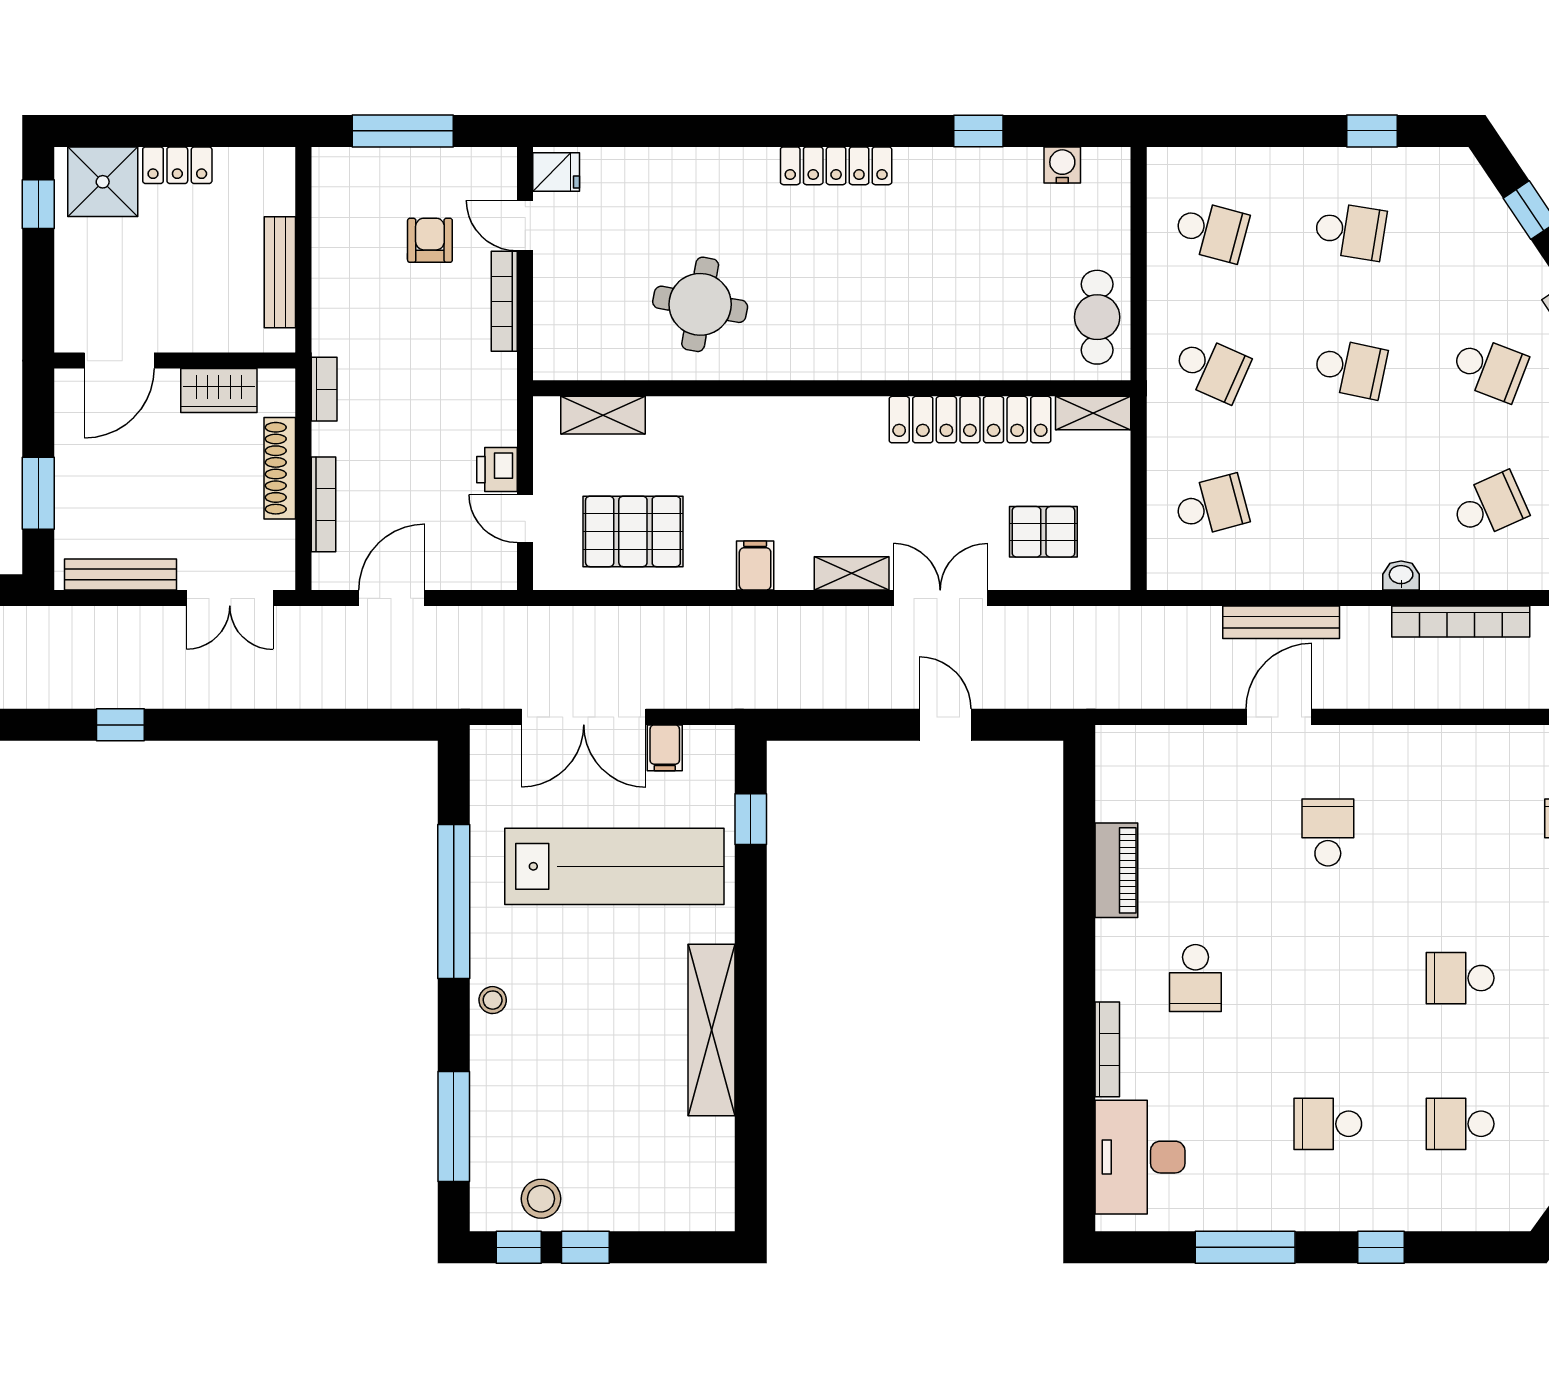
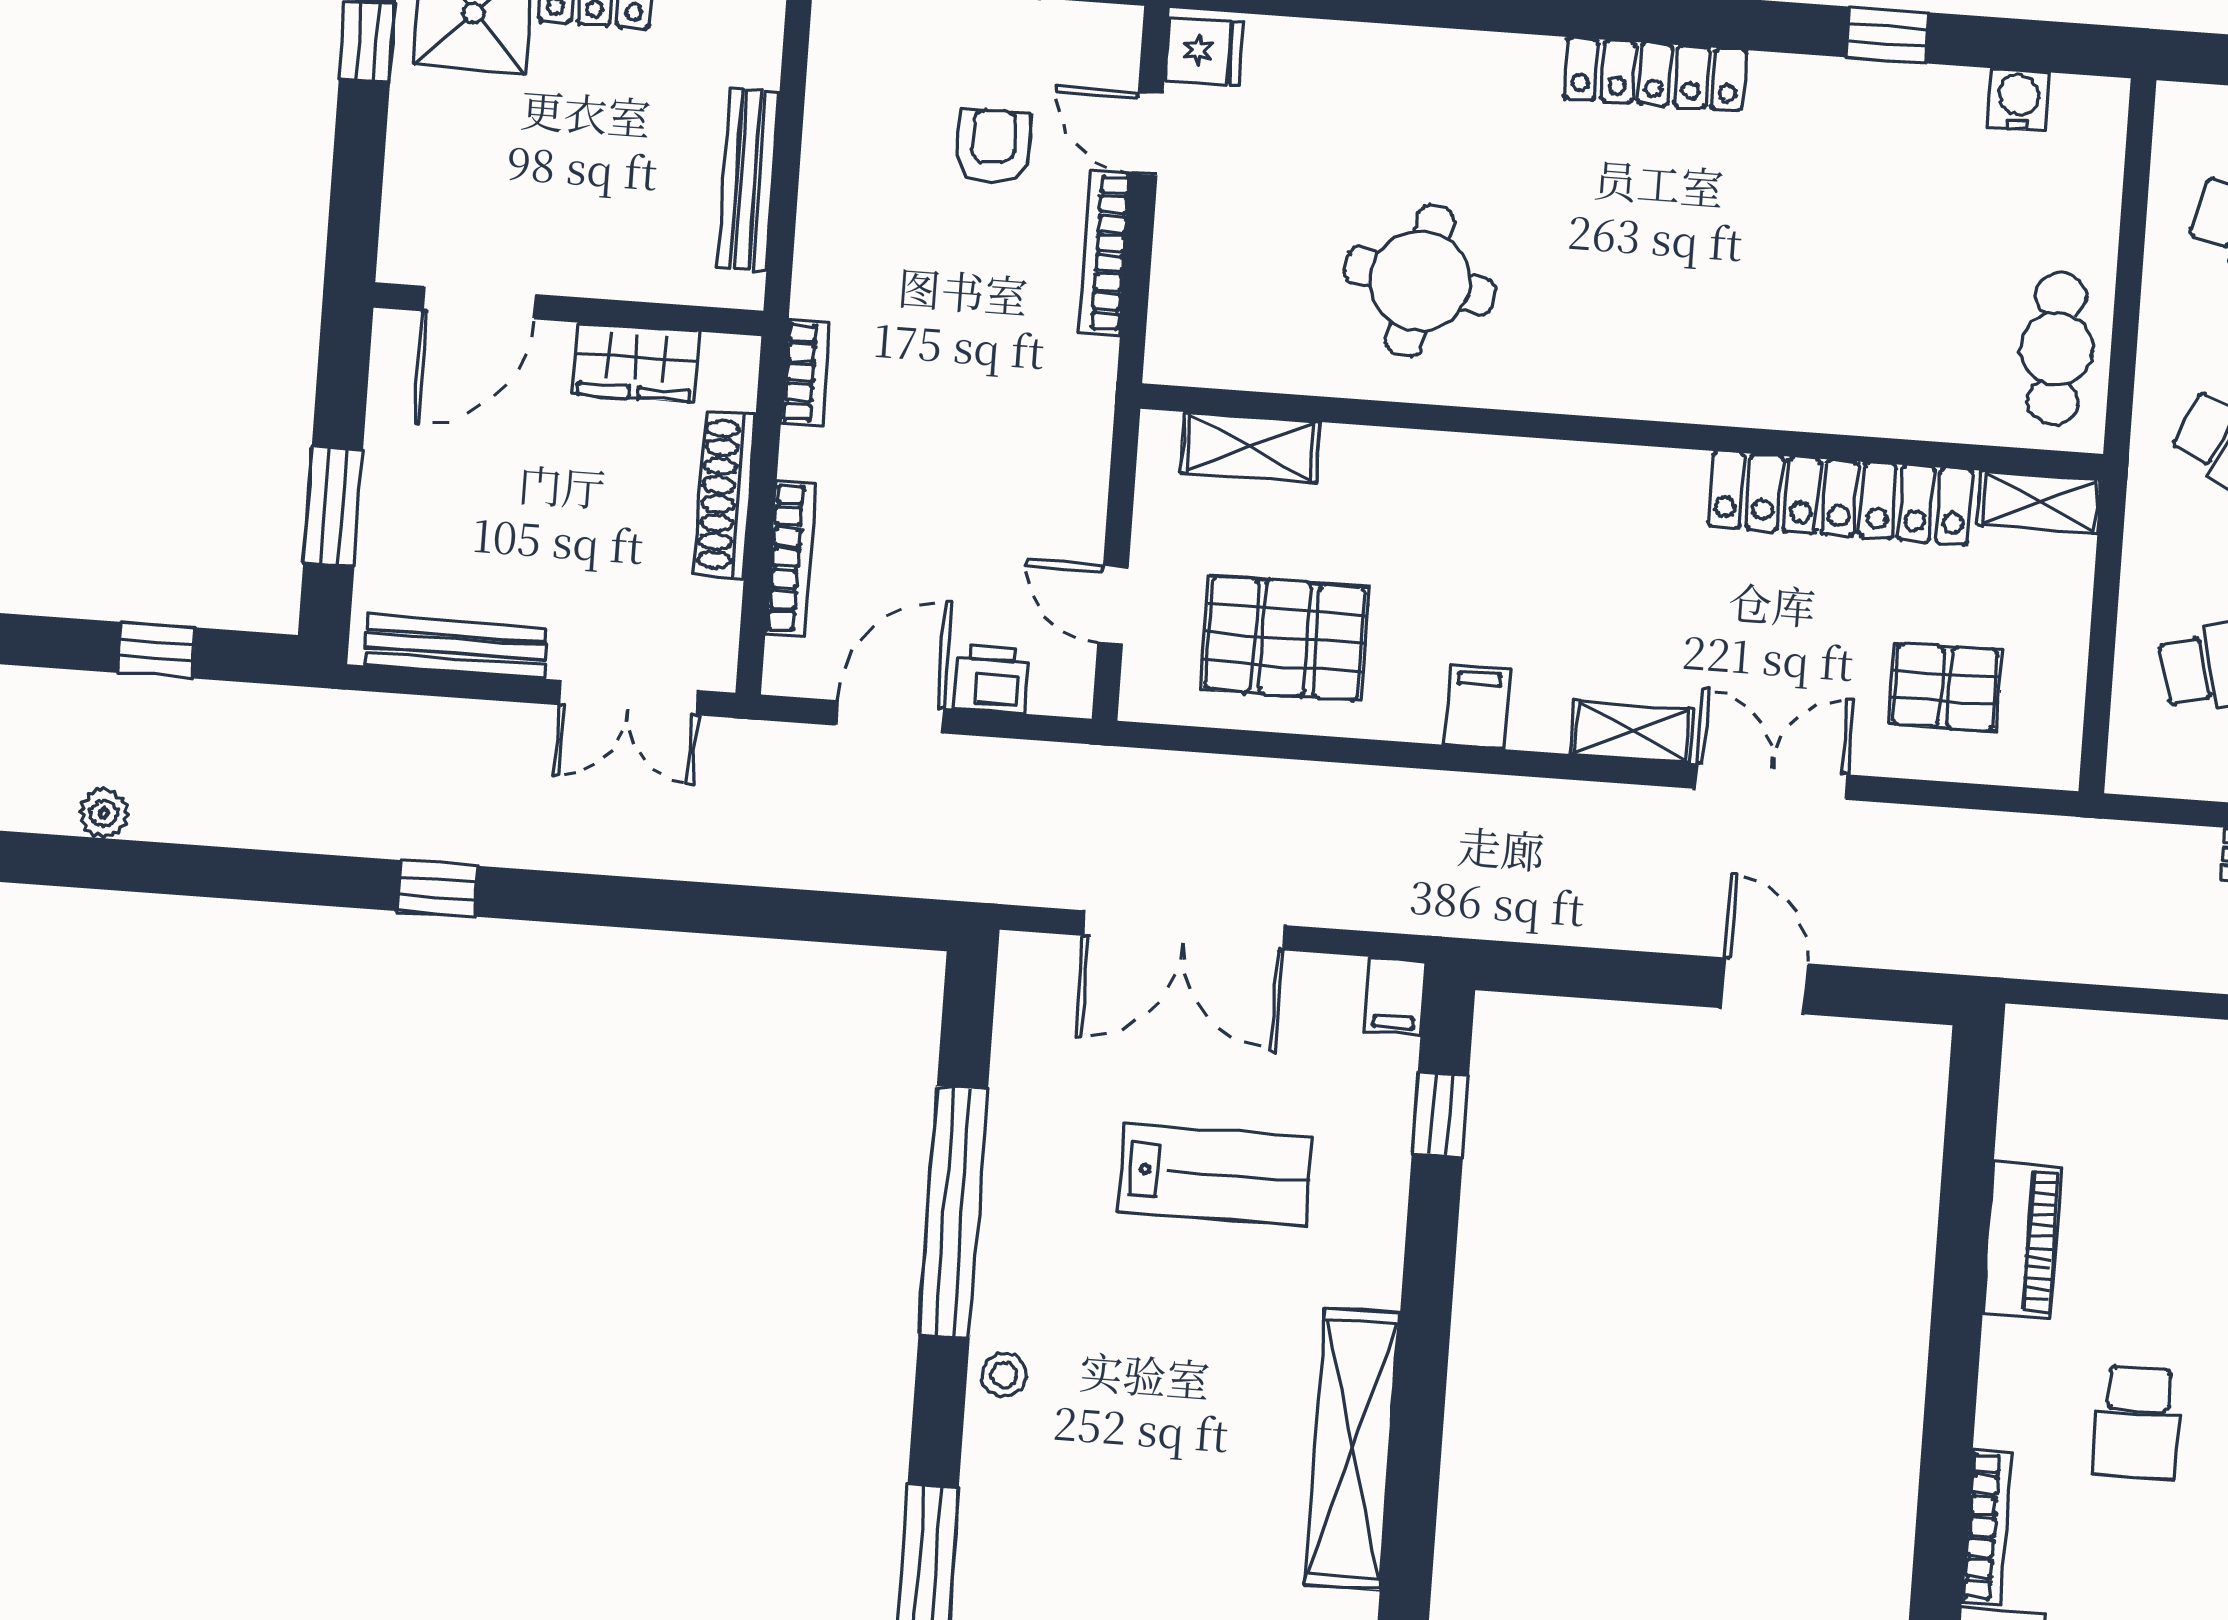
printer: (497, 470) -> (991, 679), moved, turned 90
filing cabinet: (665, 748) -> (1396, 996), moved
lab bench: (614, 866) -> (1215, 1174), width x0.54, depth x0.72

